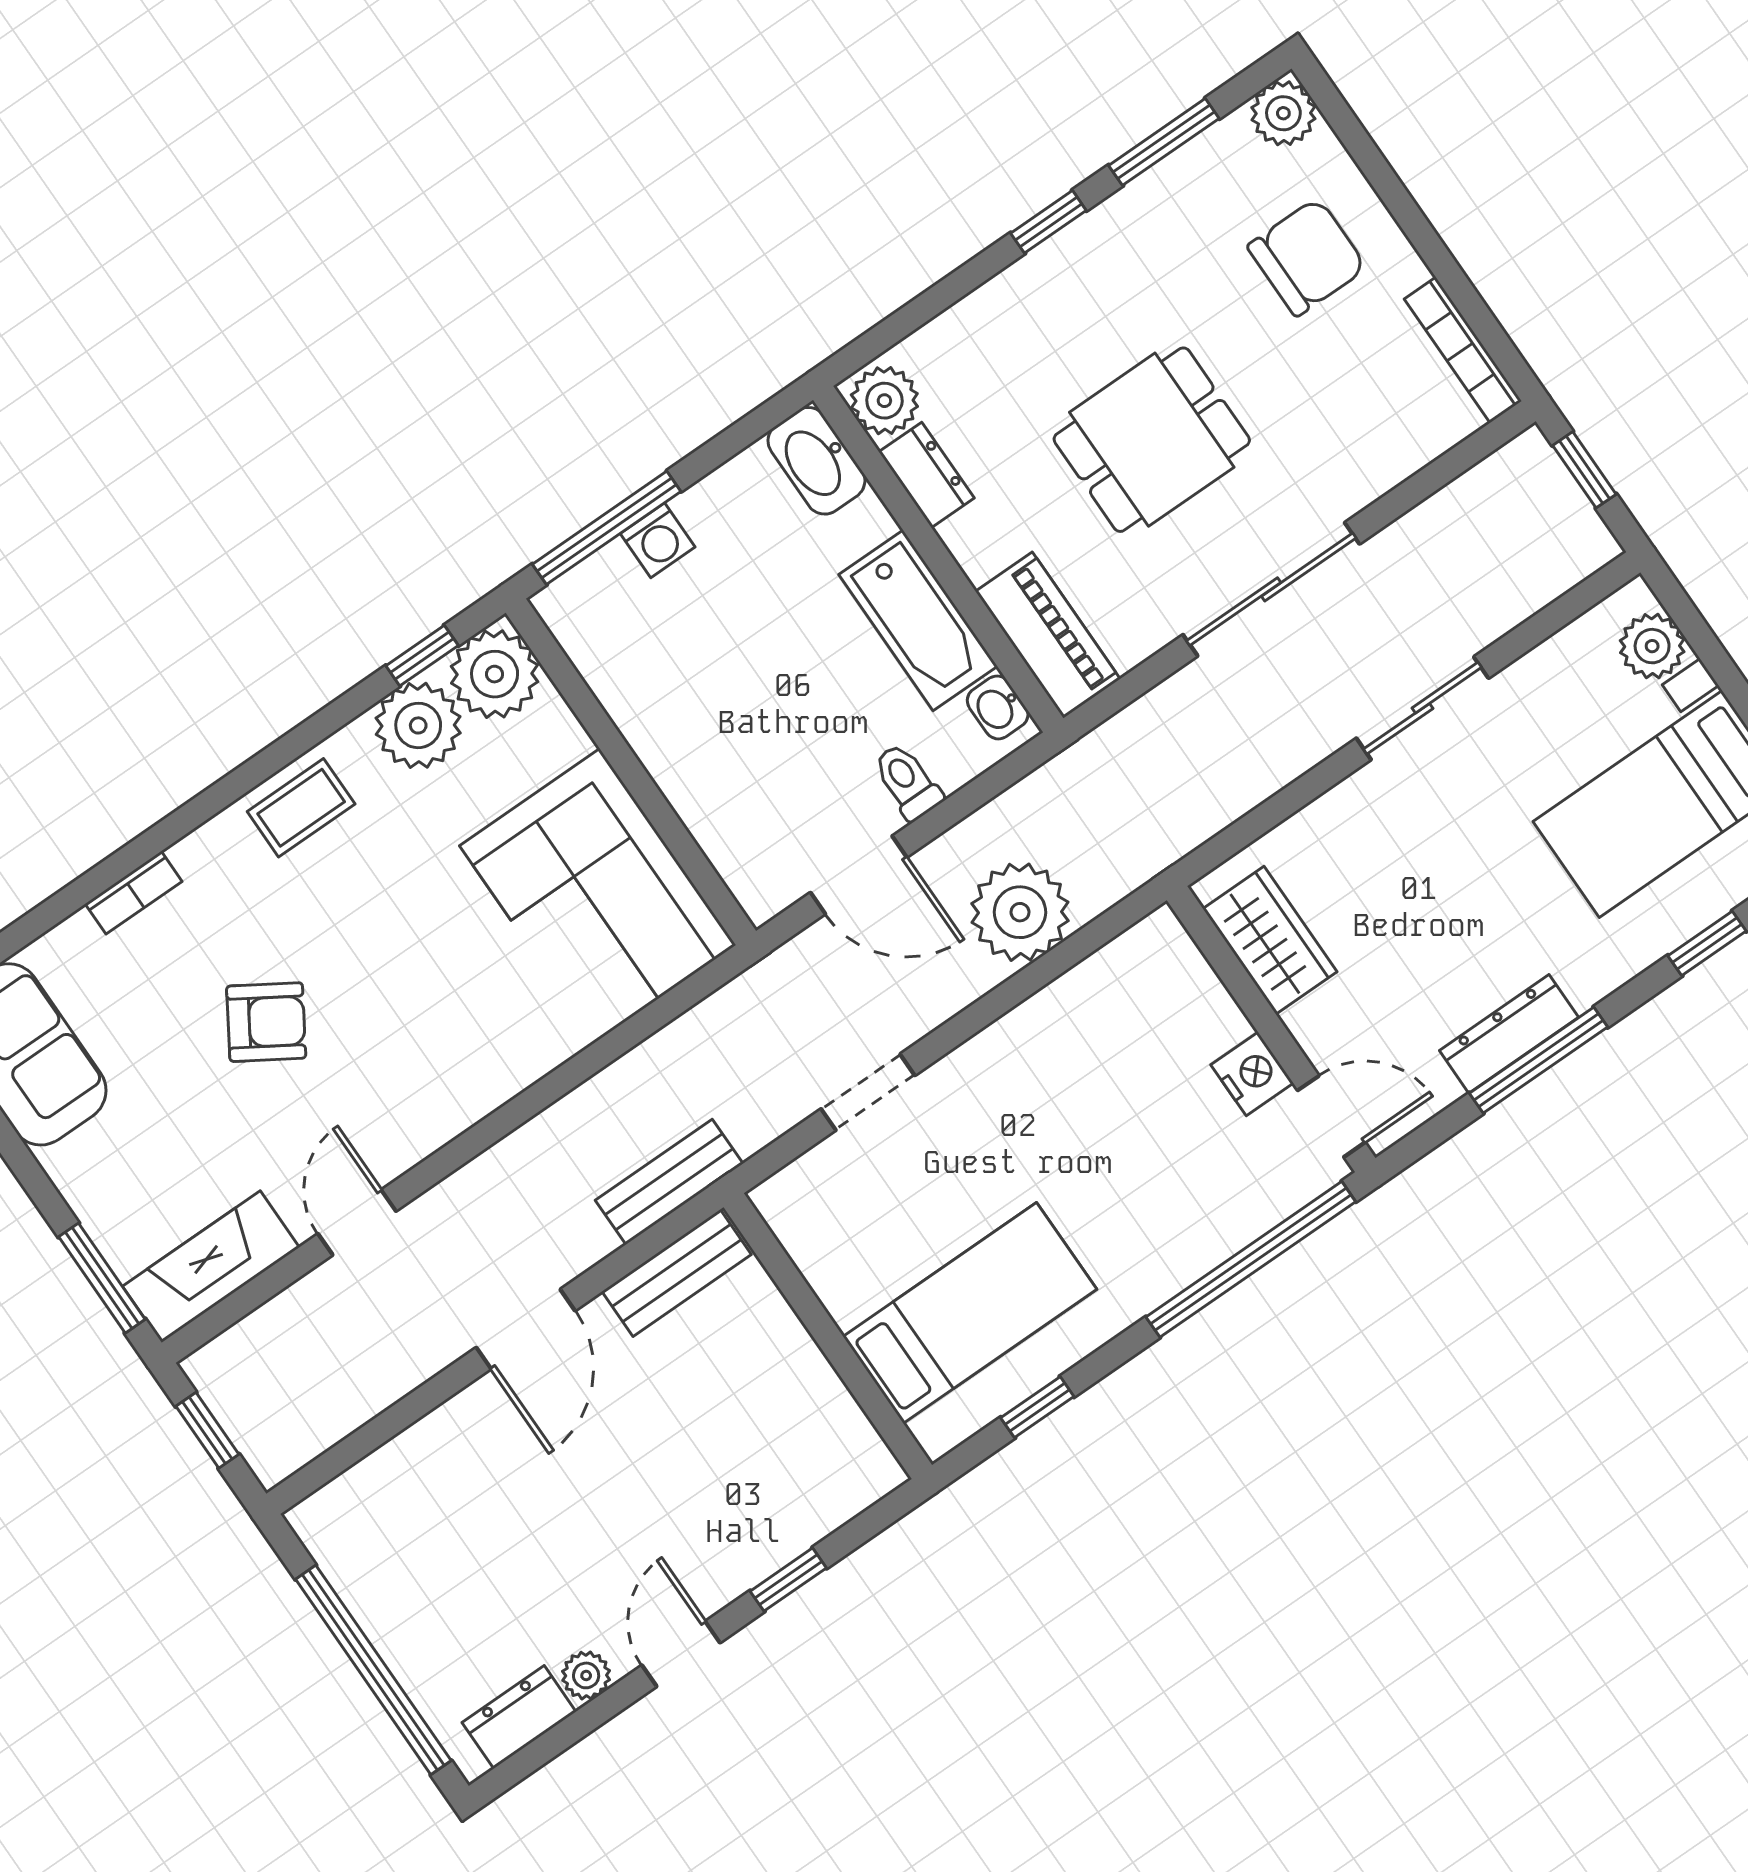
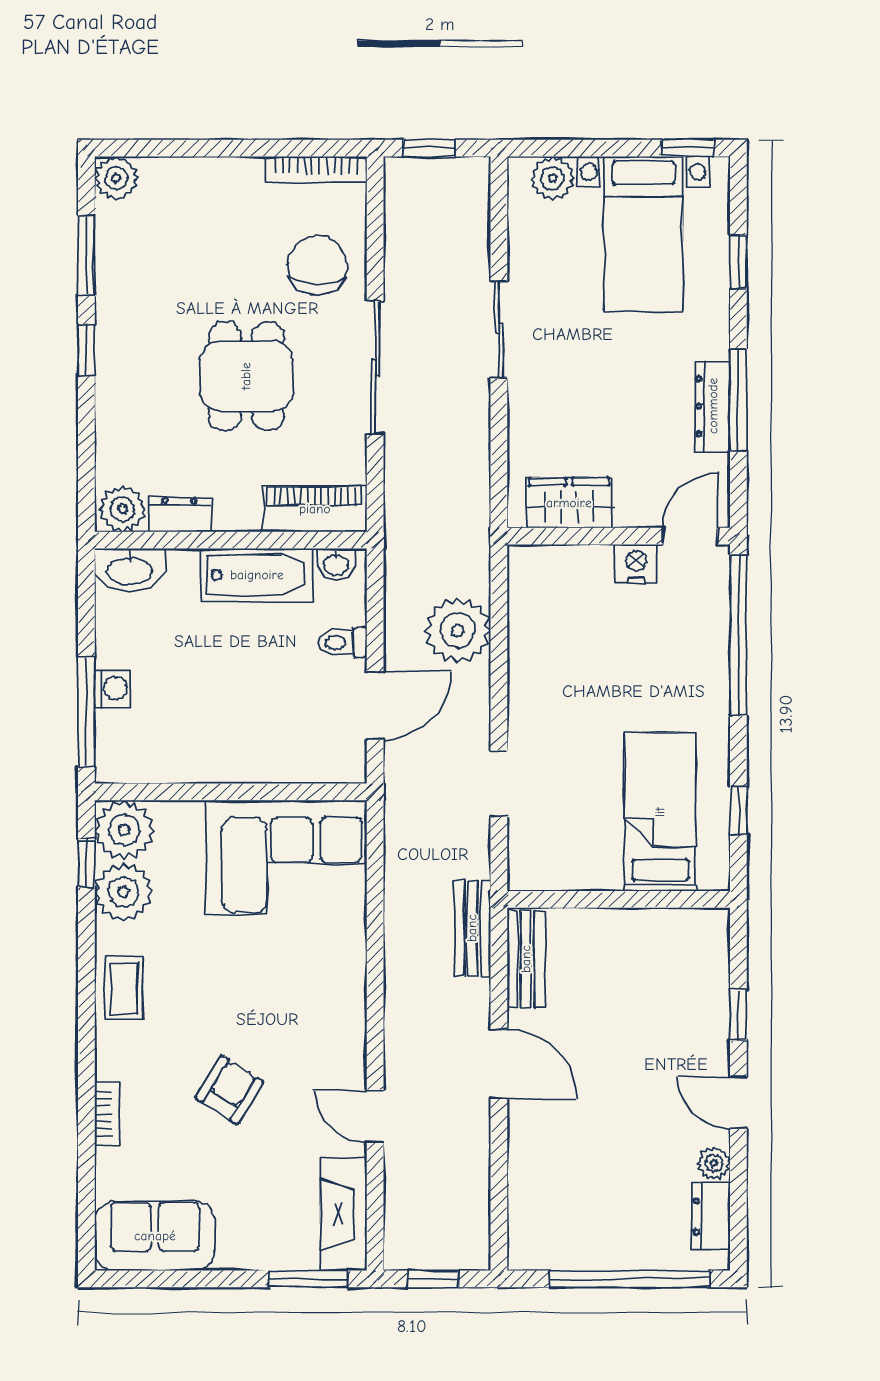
chair: (1307, 257) -> (317, 265), moved

